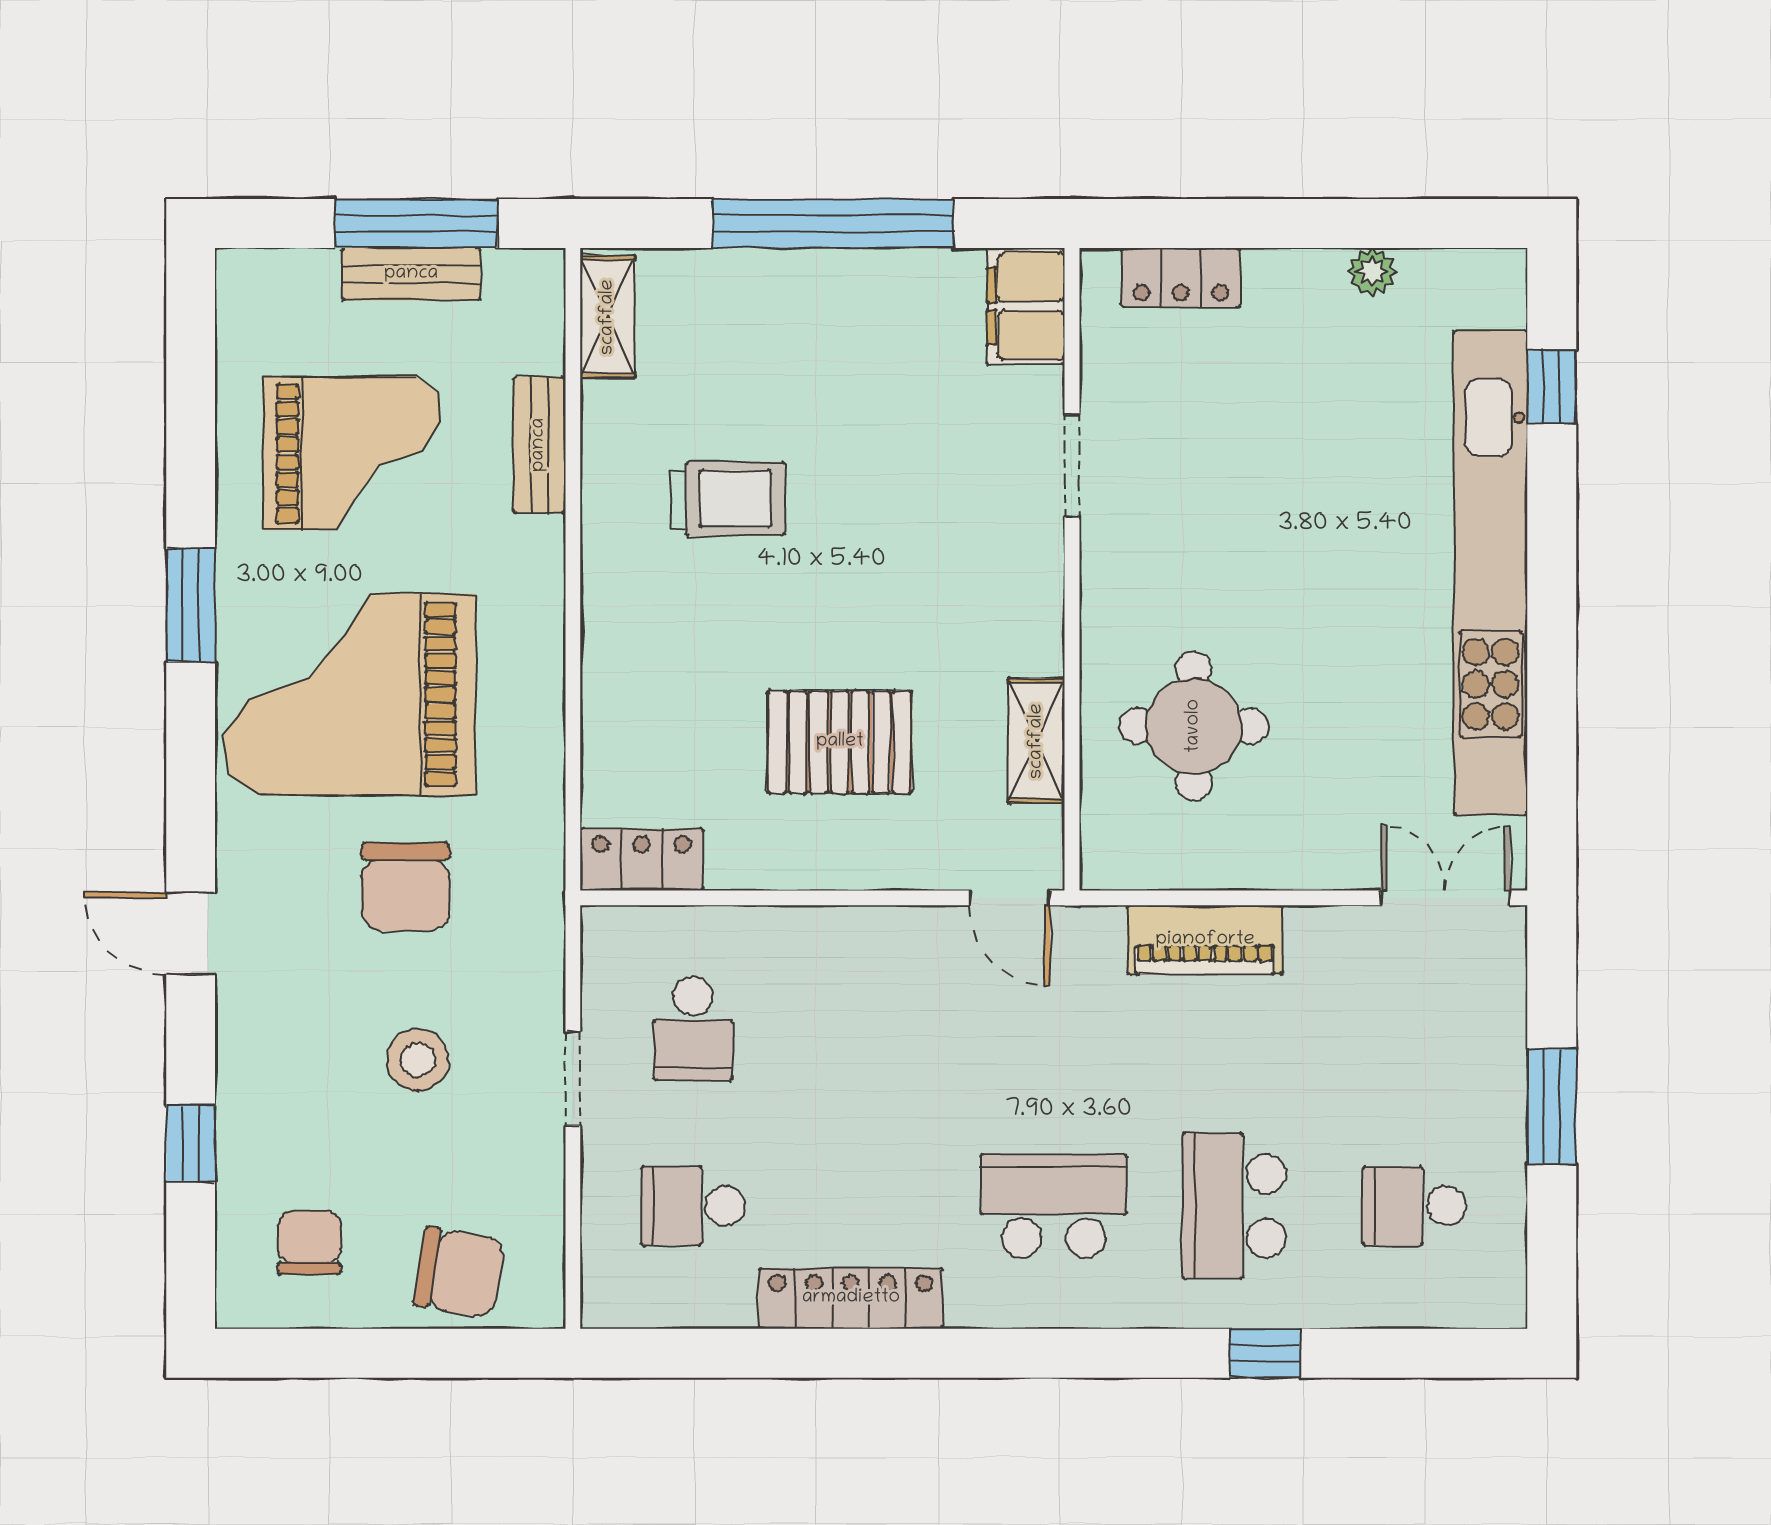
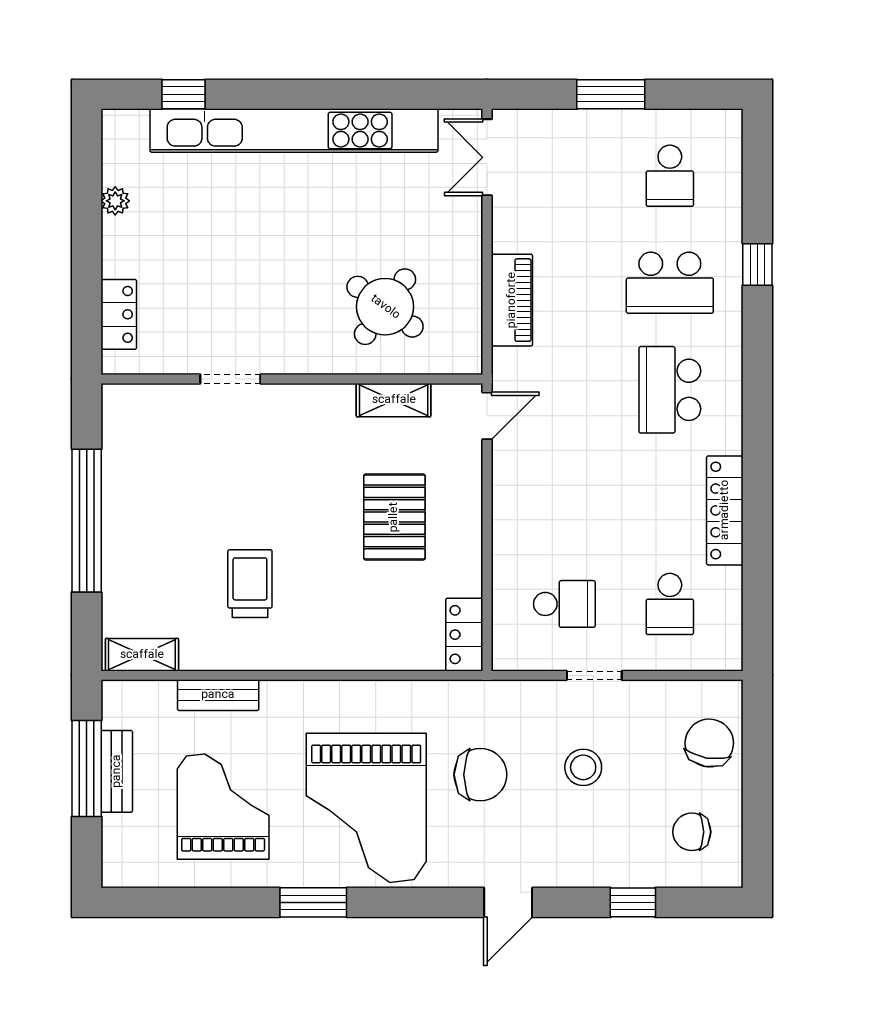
filing cabinet: (1026, 306) -> (136, 406), removed
round table: (1194, 726) -> (385, 307), turned 36

